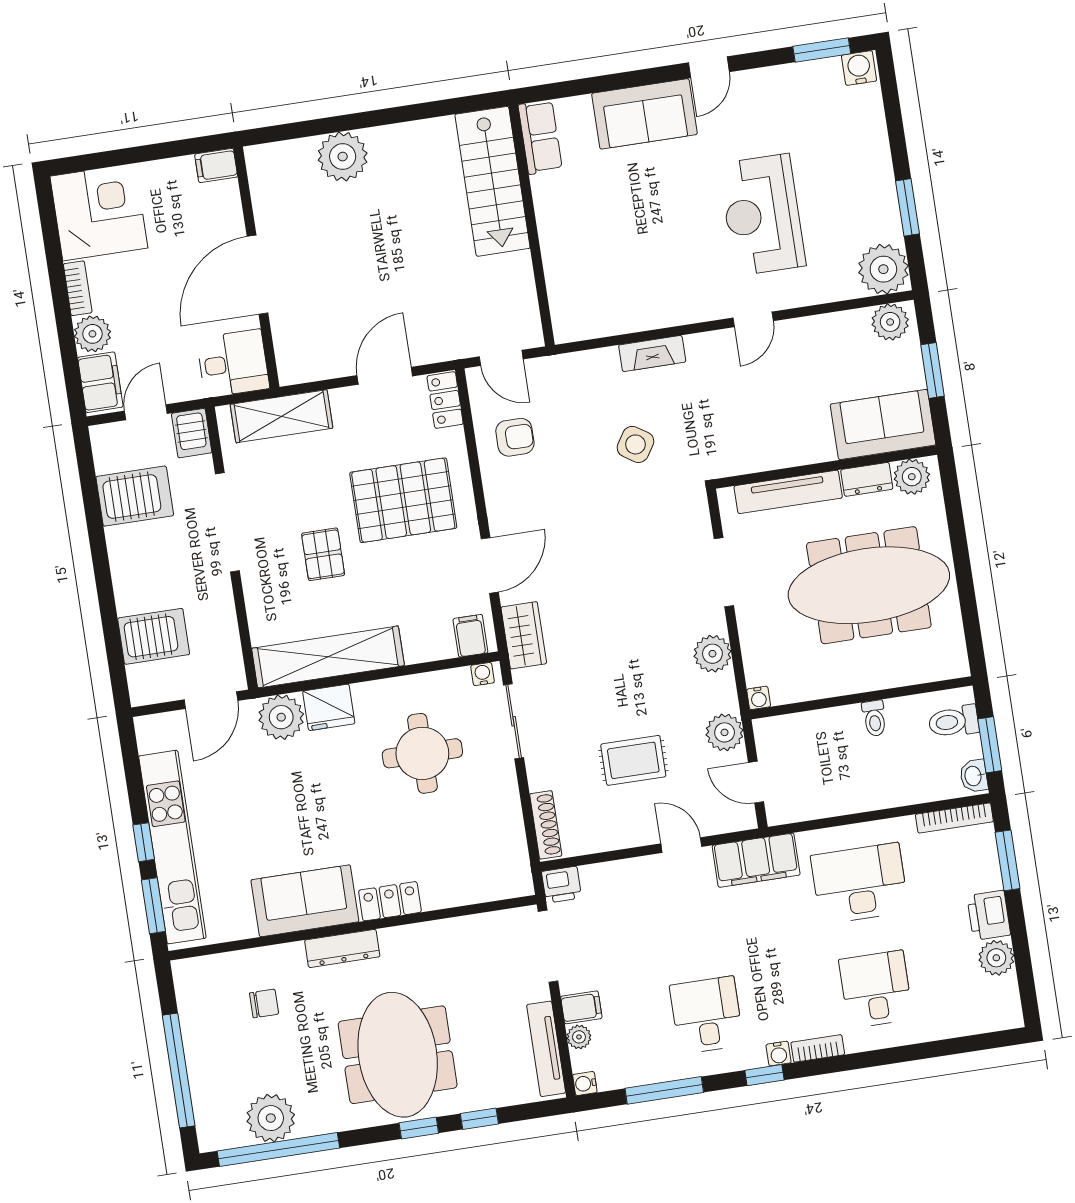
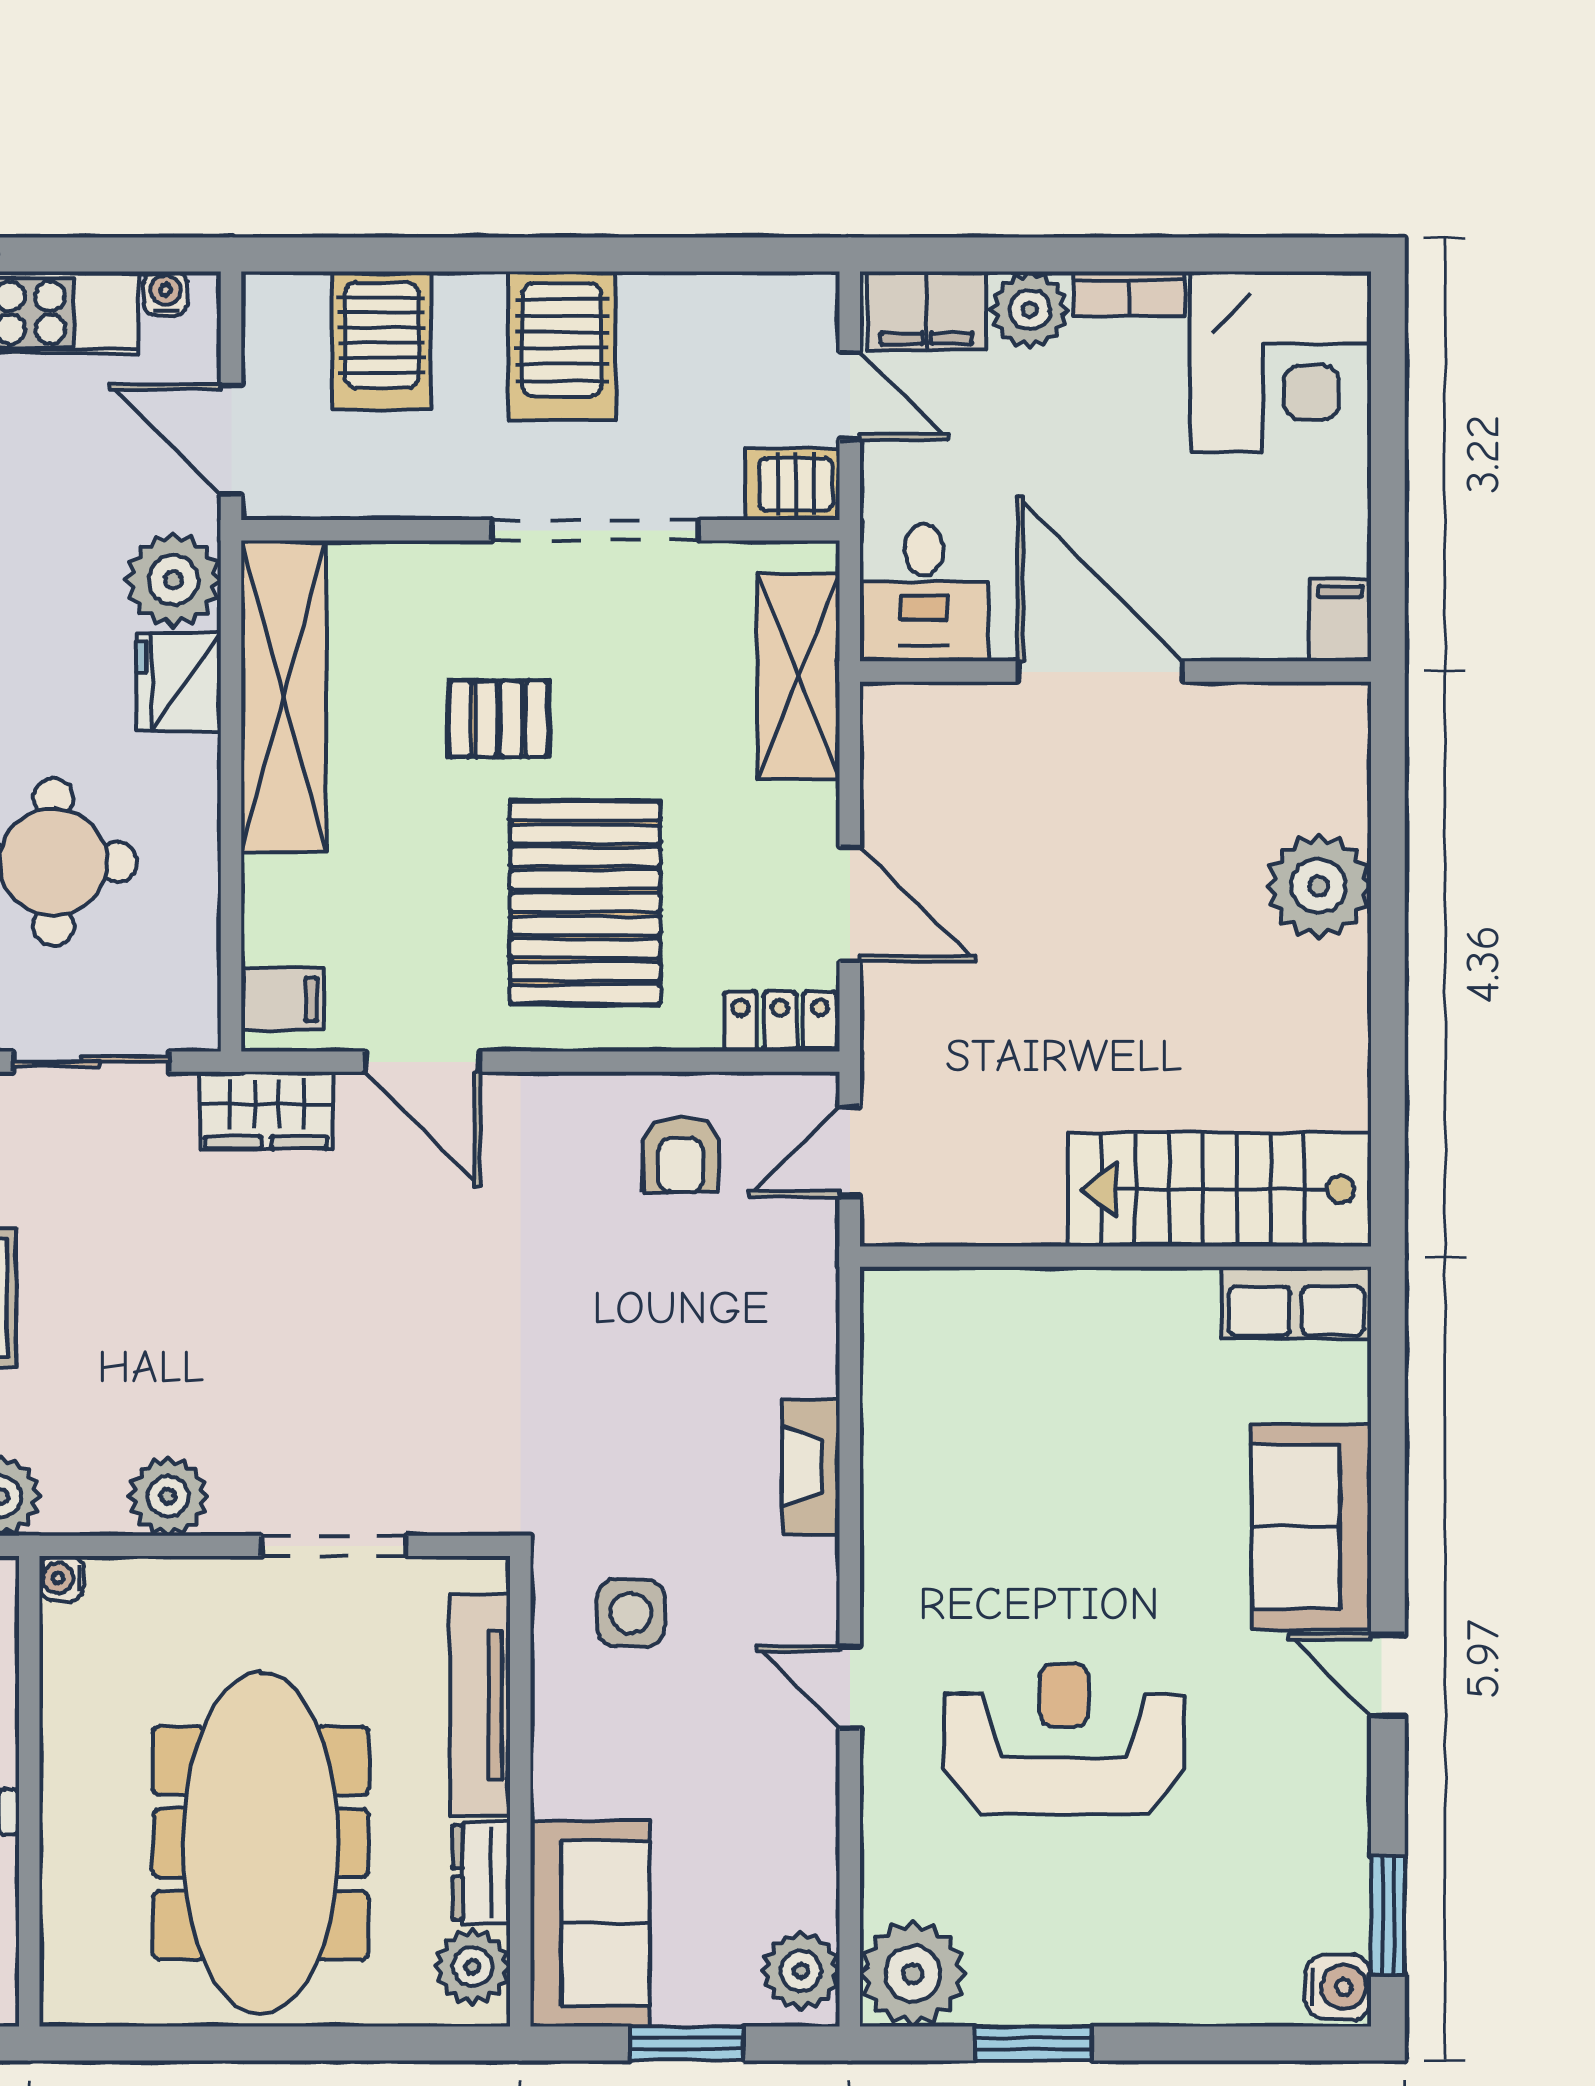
side table: (635, 444) -> (631, 1613), moved, turned -33
server rack: (135, 496) -> (562, 346), moved
water cooler: (483, 674) -> (166, 293), moved, turned -90

